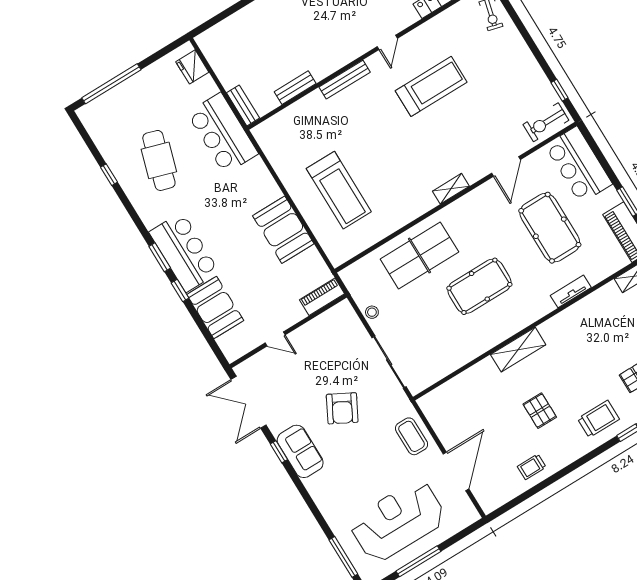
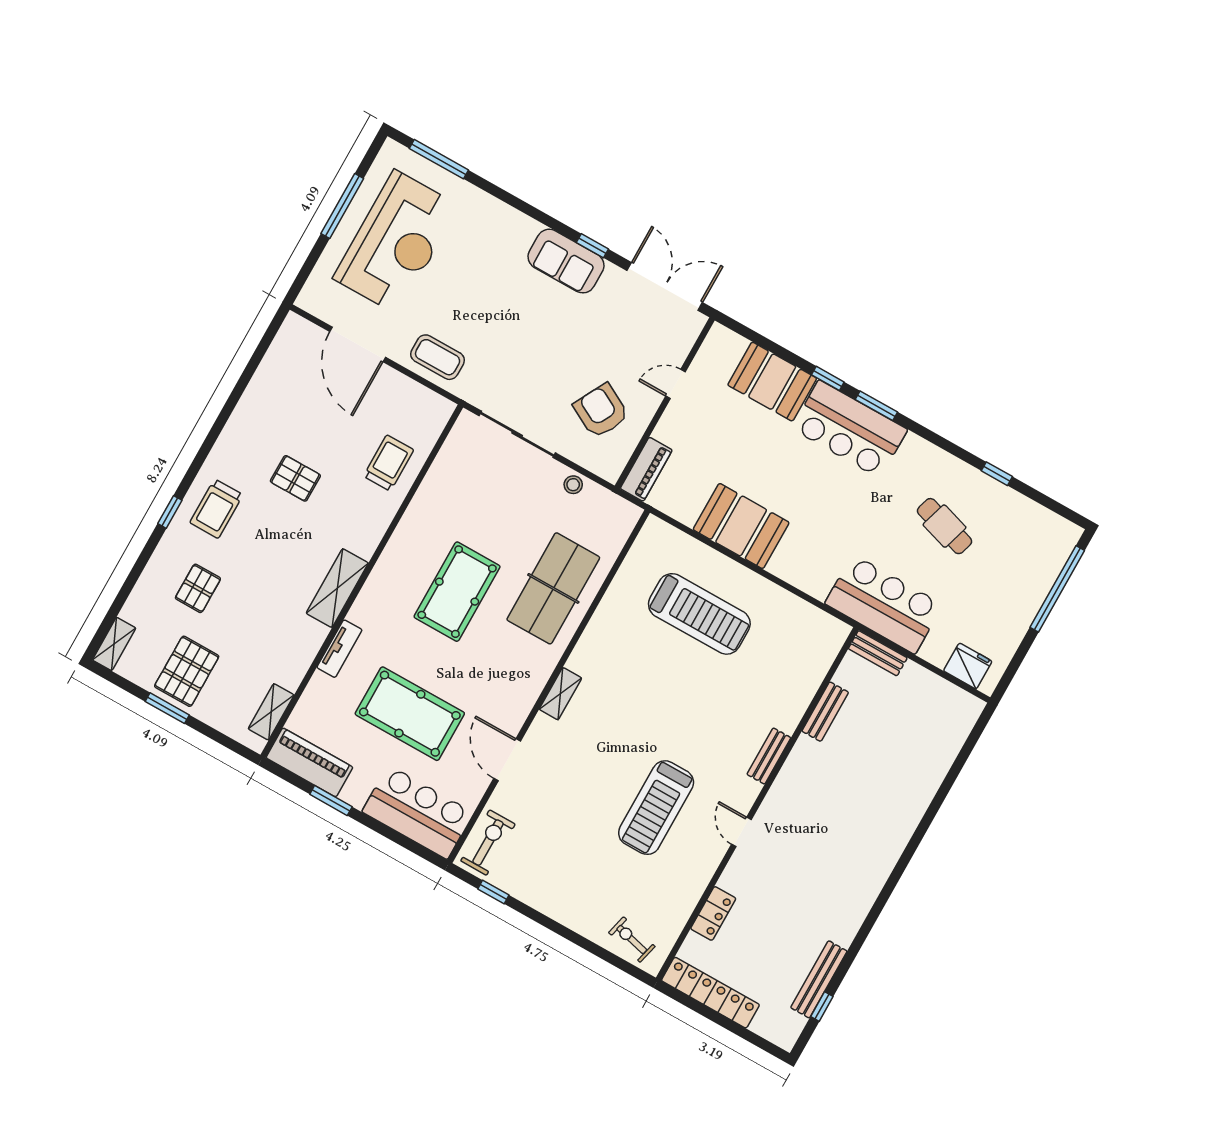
bench: (345, 80) -> (769, 756), width x0.73
cafe table: (159, 160) -> (944, 526), width x0.73, depth x0.74
treadmill: (339, 190) -> (699, 614), turned 180
shelving: (518, 350) -> (337, 588), moved
armchair: (342, 408) -> (601, 411), moved
trolley: (532, 467) -> (389, 463), moved, width x1.36, depth x1.39

